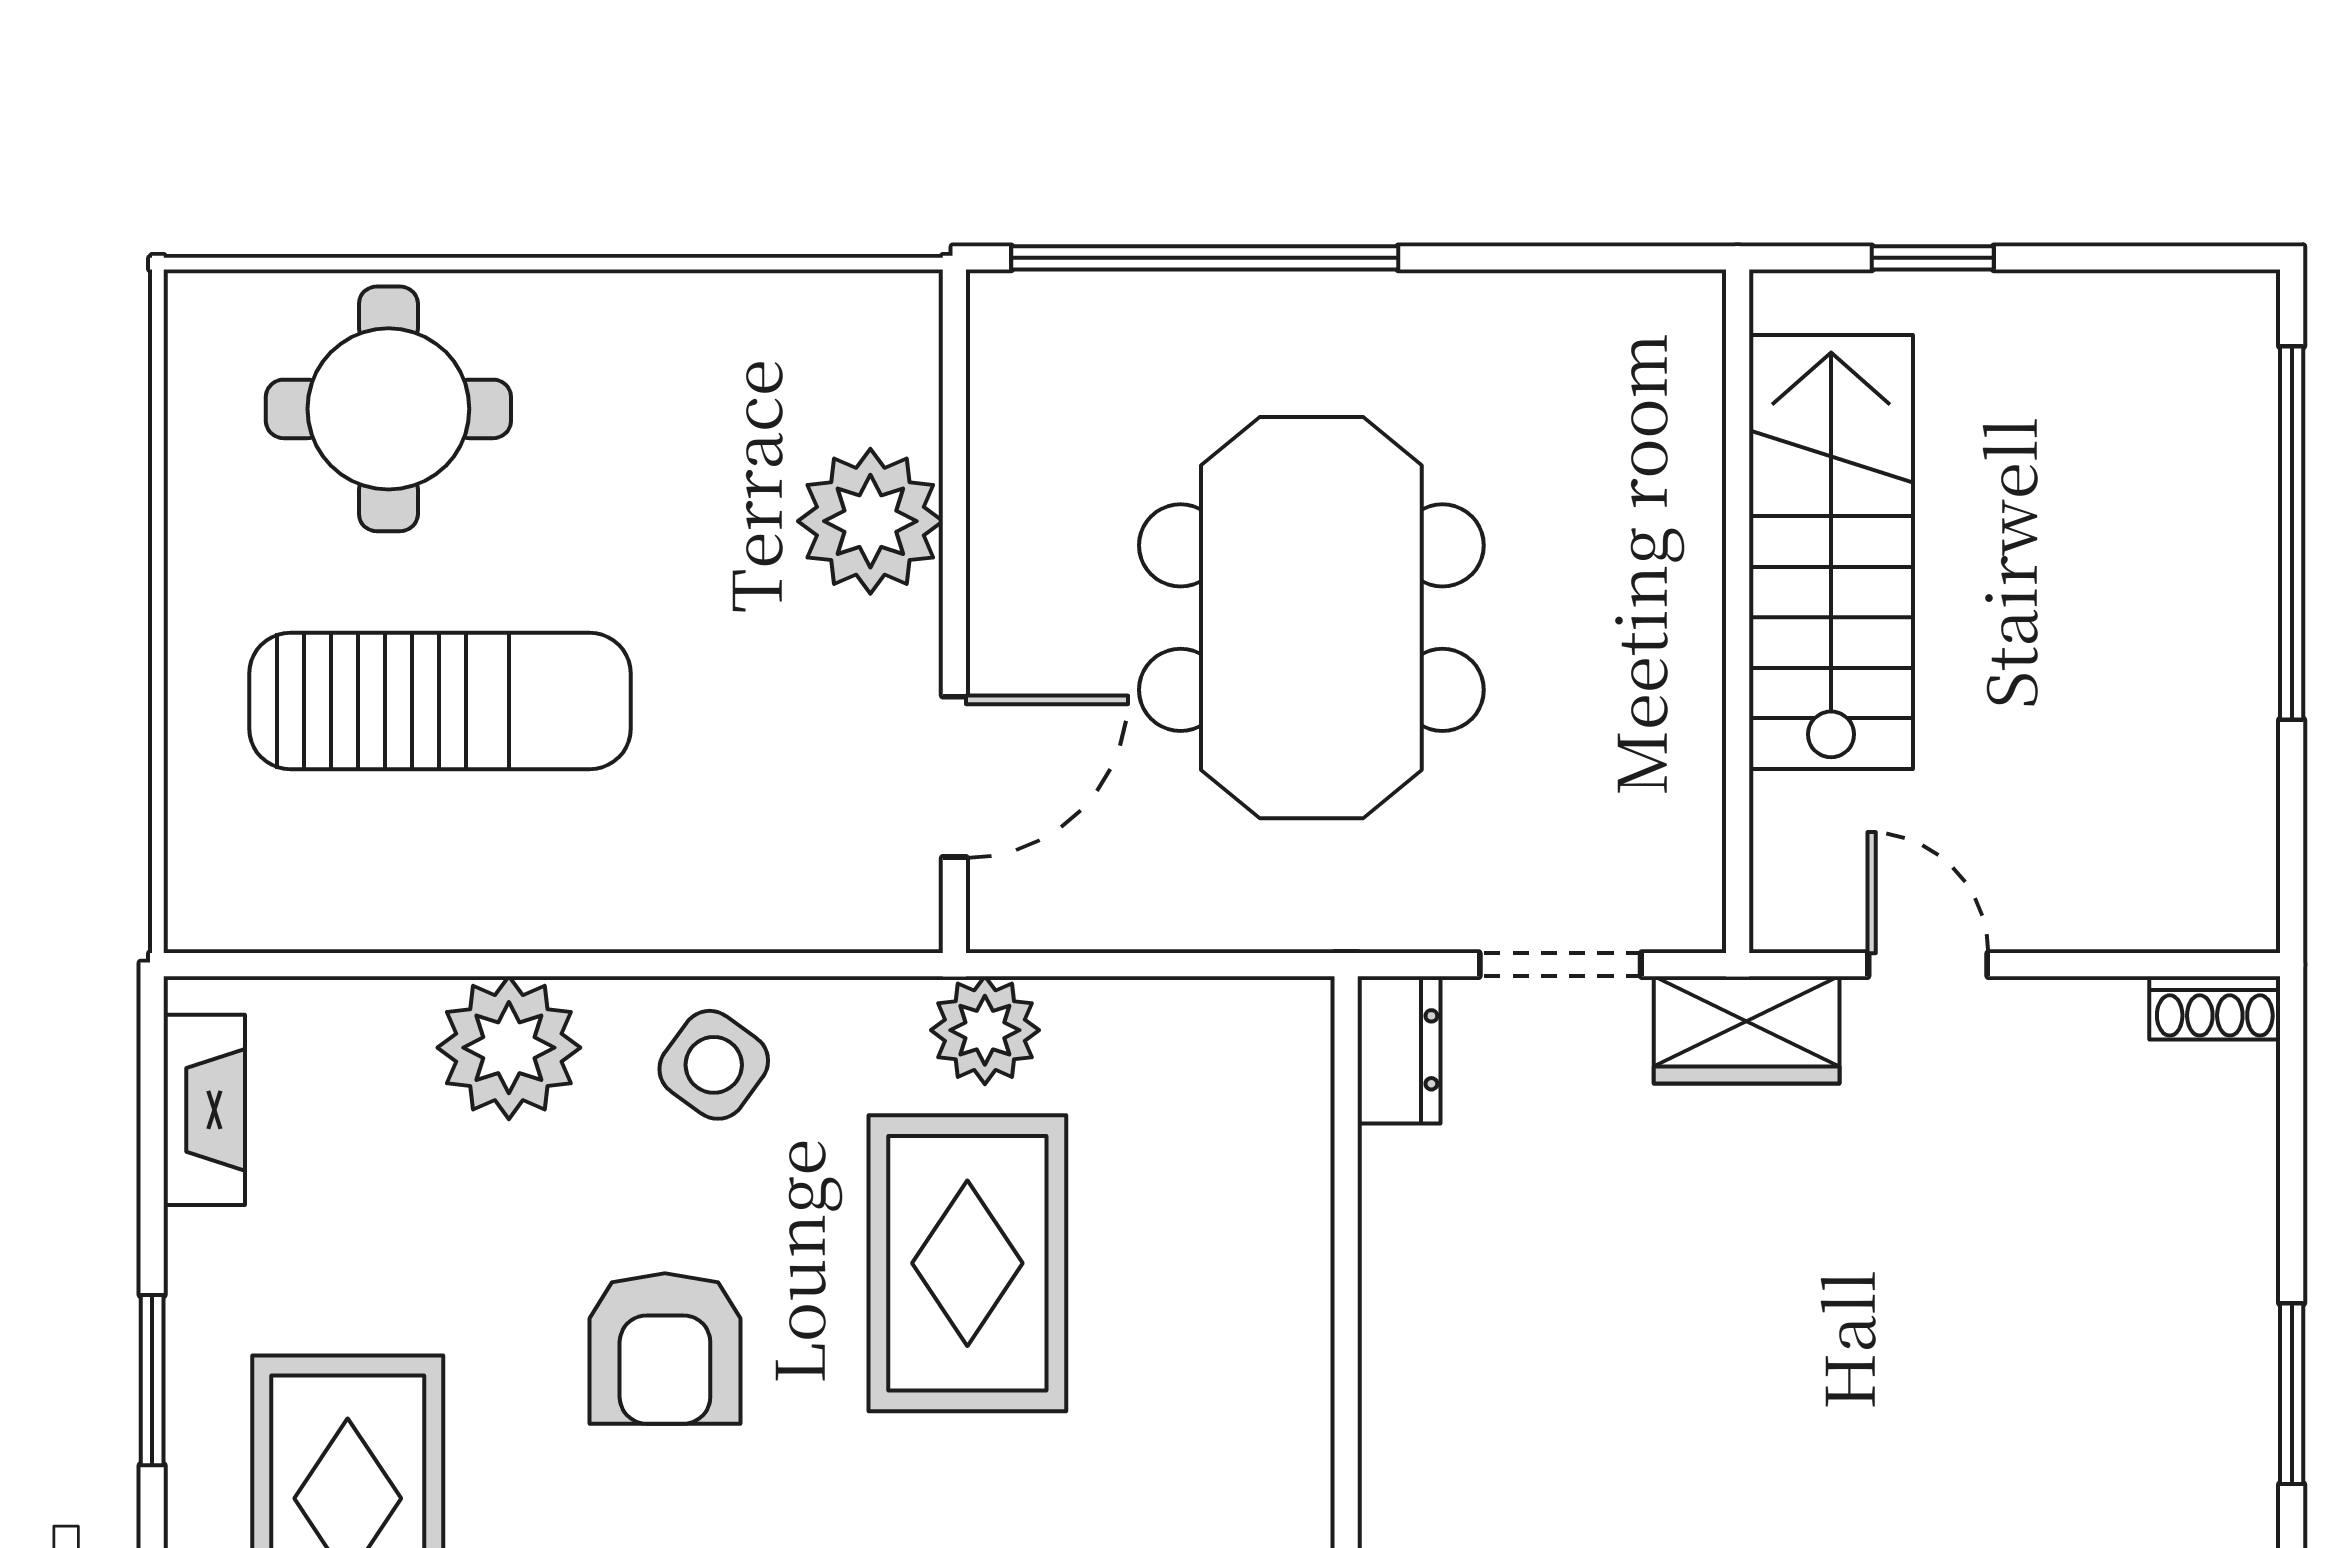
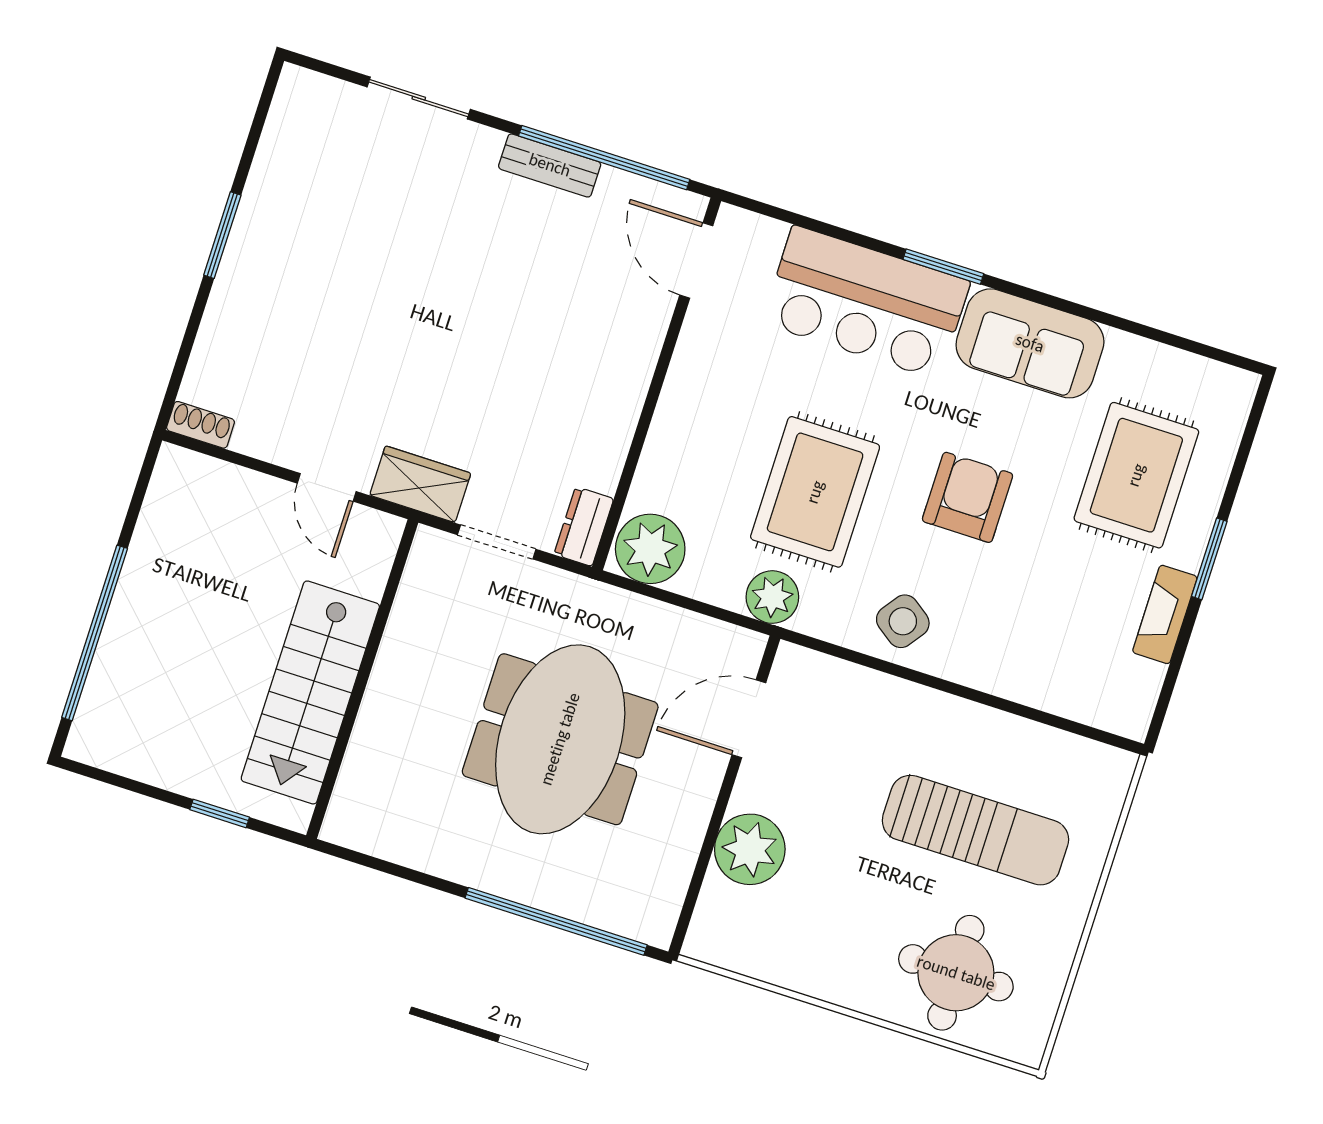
sun lounger: (440, 701) -> (975, 830), turned 180
plant: (509, 1048) -> (650, 549), moved
fireplace: (204, 1110) -> (1165, 614), moved

